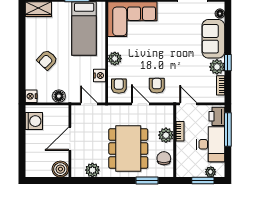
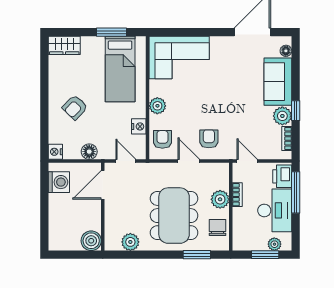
door: (70, 139) -> (103, 185), moved

